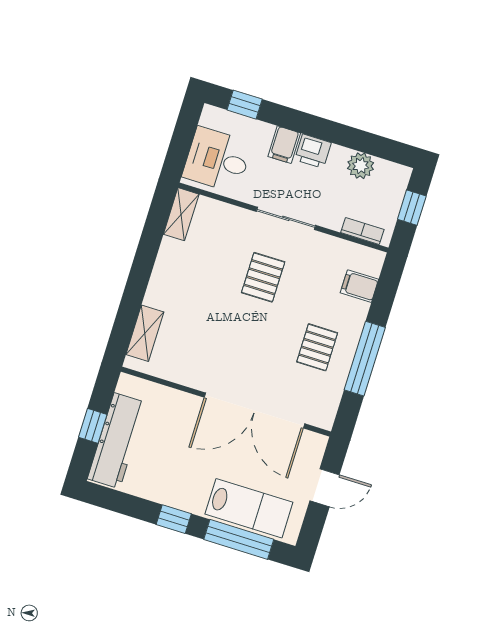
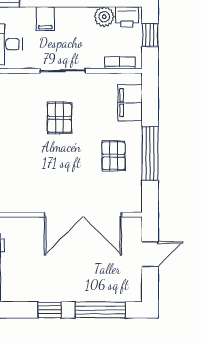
printer: (313, 151) -> (127, 17), moved
filing cabinet: (359, 286) -> (130, 103), width x2.00
lab bench: (249, 508) -> (101, 285), removed

